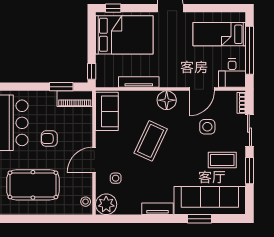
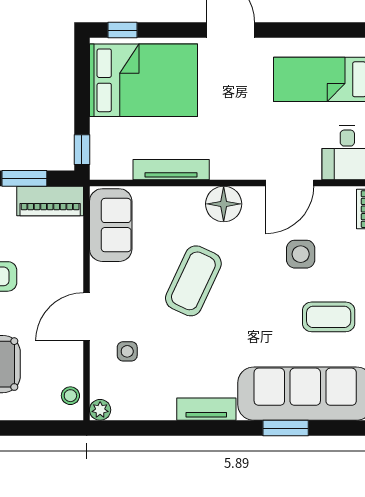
plant: (106, 204) -> (100, 410), width x0.53, depth x0.53

